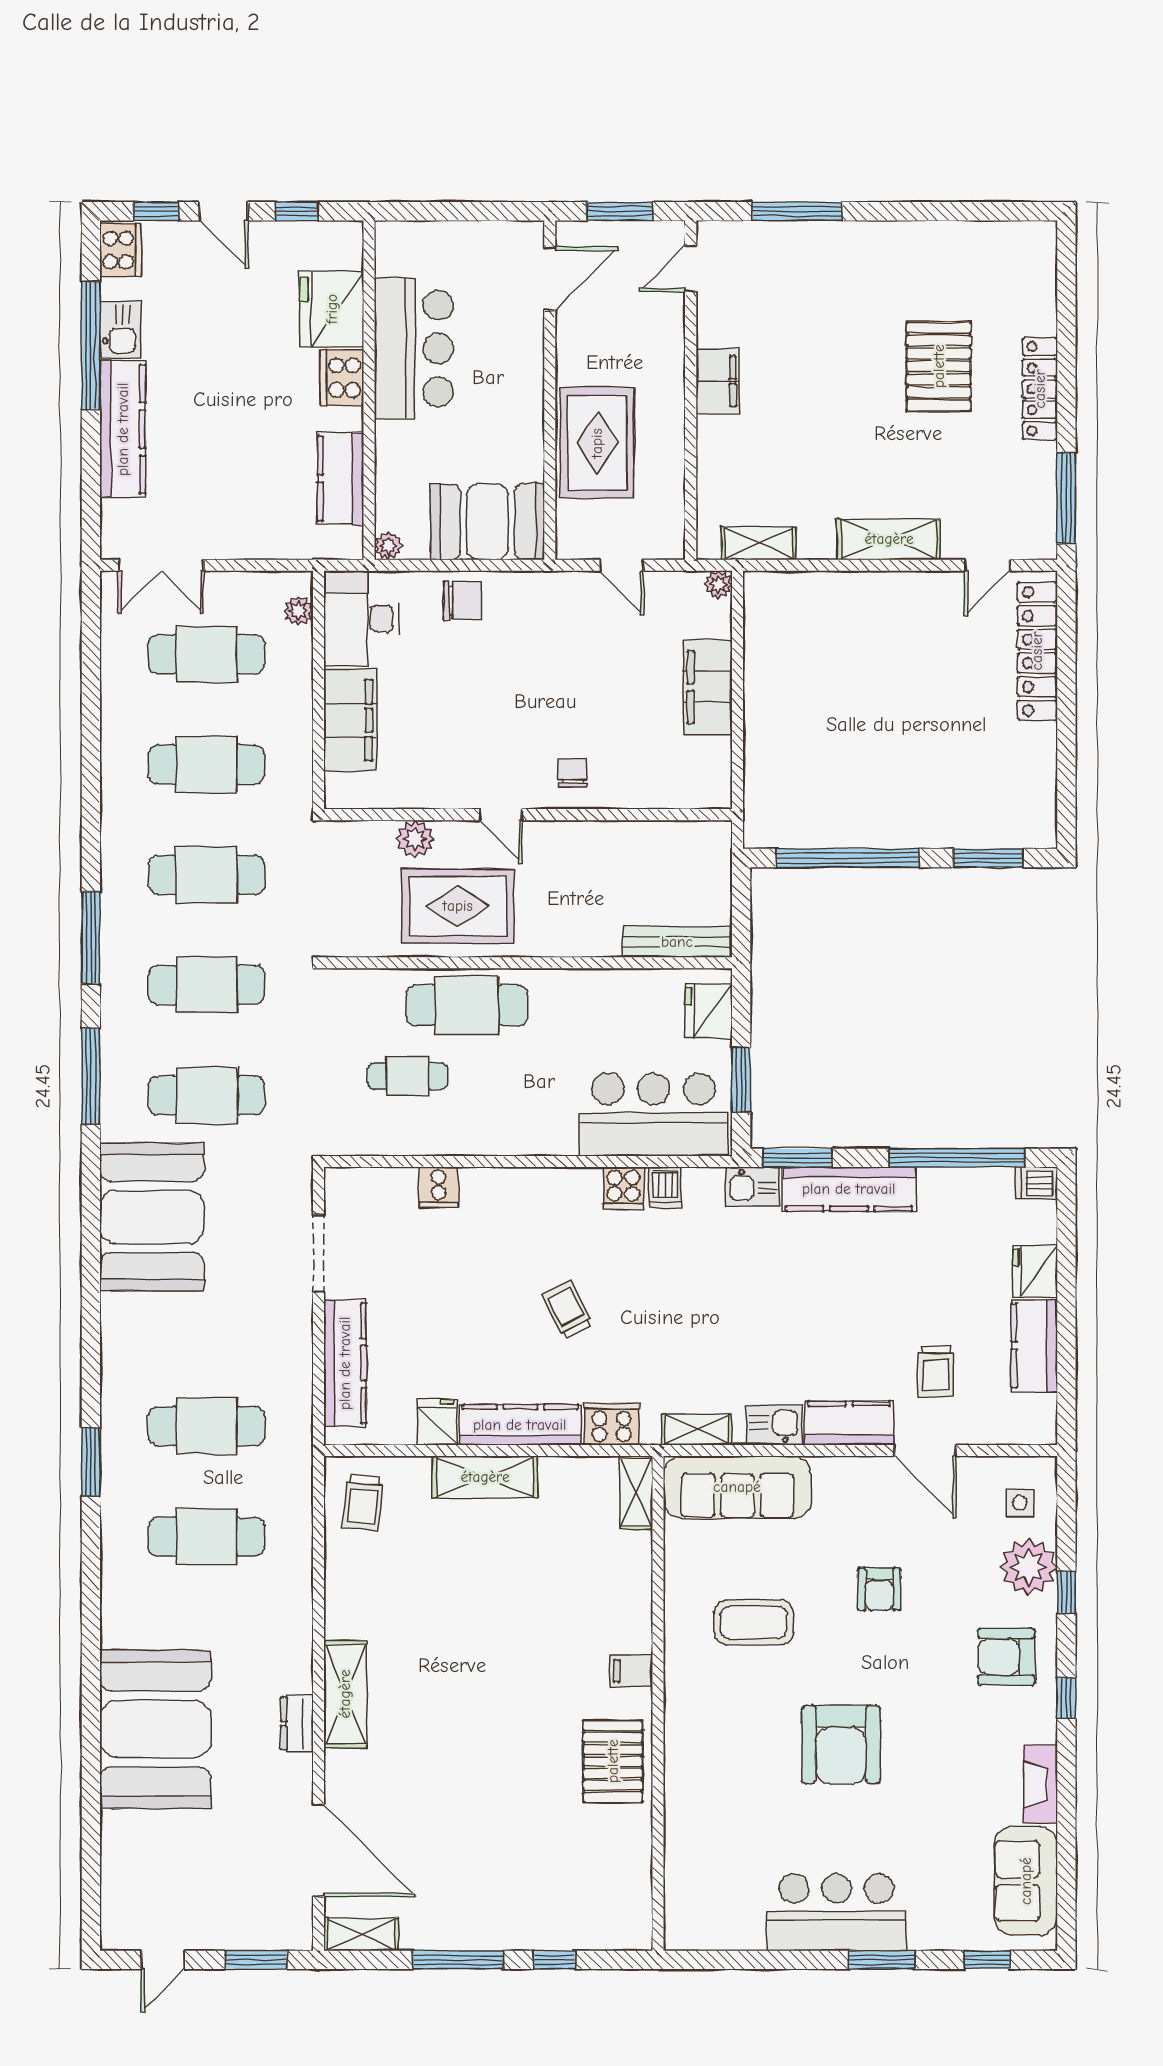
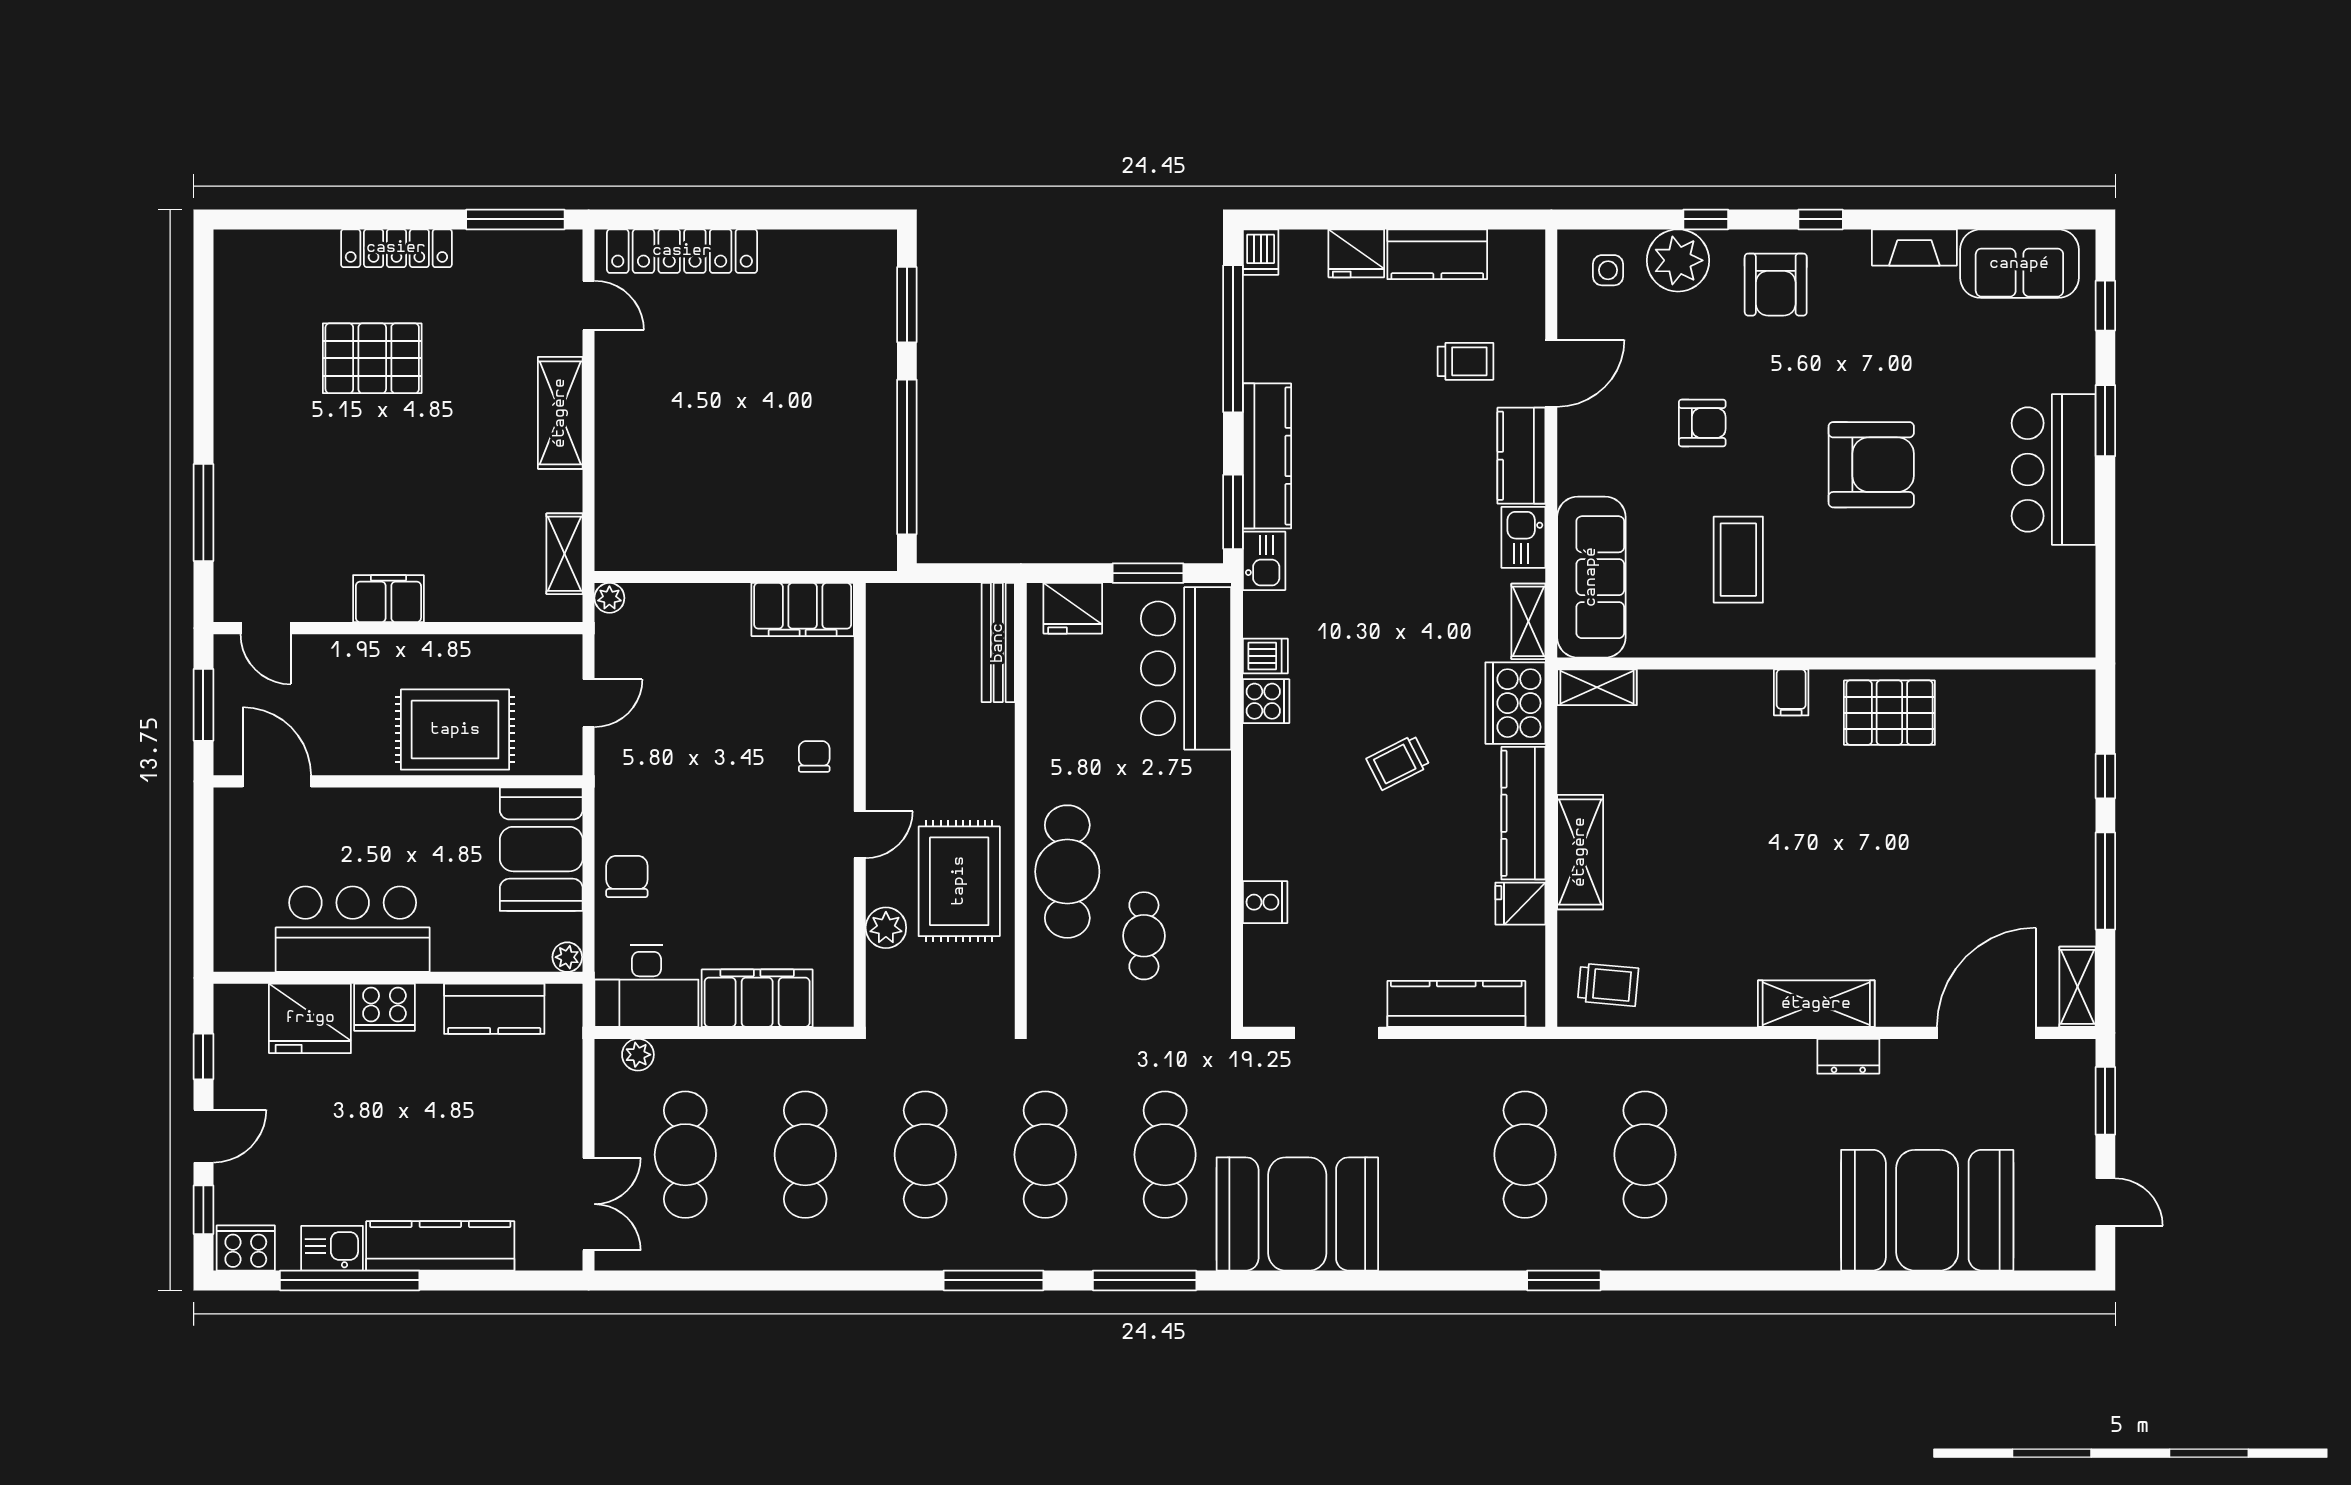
filing cabinet: (708, 687) -> (803, 609), moved
chair: (573, 773) -> (814, 756), turned 90
cooker: (611, 1424) -> (1515, 703), width x1.37, depth x1.31
booth: (155, 1729) -> (1927, 1210), moved

